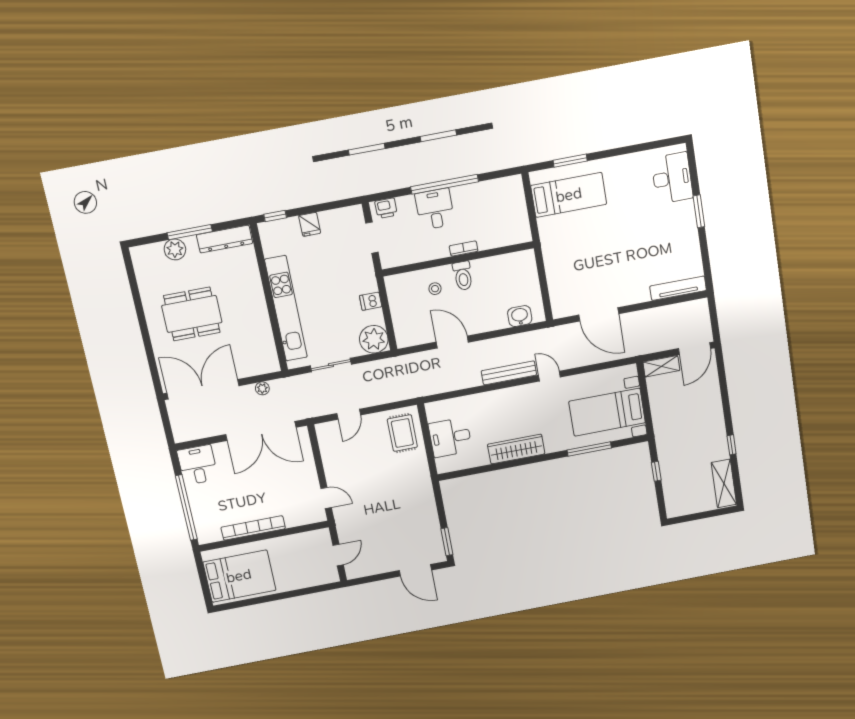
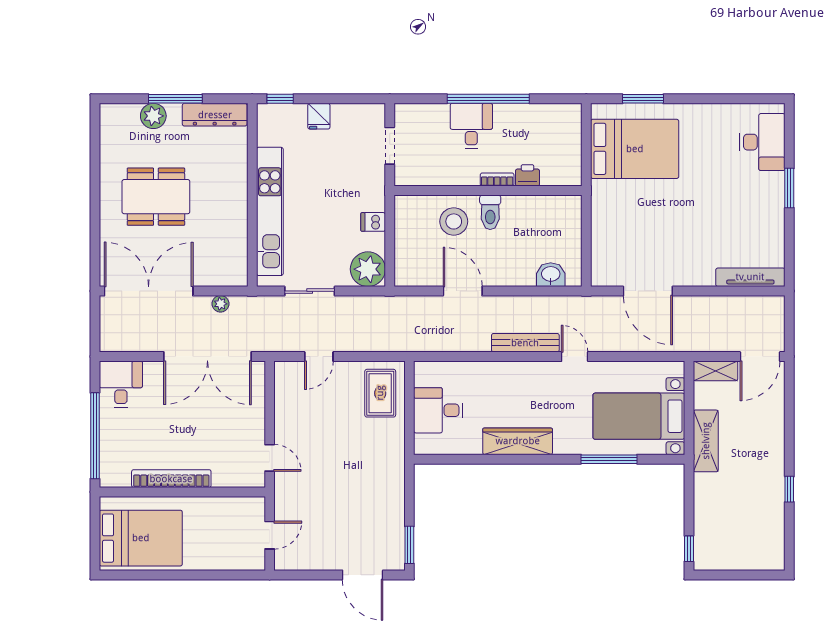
bed: (569, 195) -> (635, 149), width x1.50
printer: (386, 208) -> (527, 175), moved, turned 180
stool: (435, 289) -> (454, 221), width x1.89, depth x1.89
window: (656, 471) -> (689, 549), moved
shelving: (724, 483) -> (706, 441), moved

